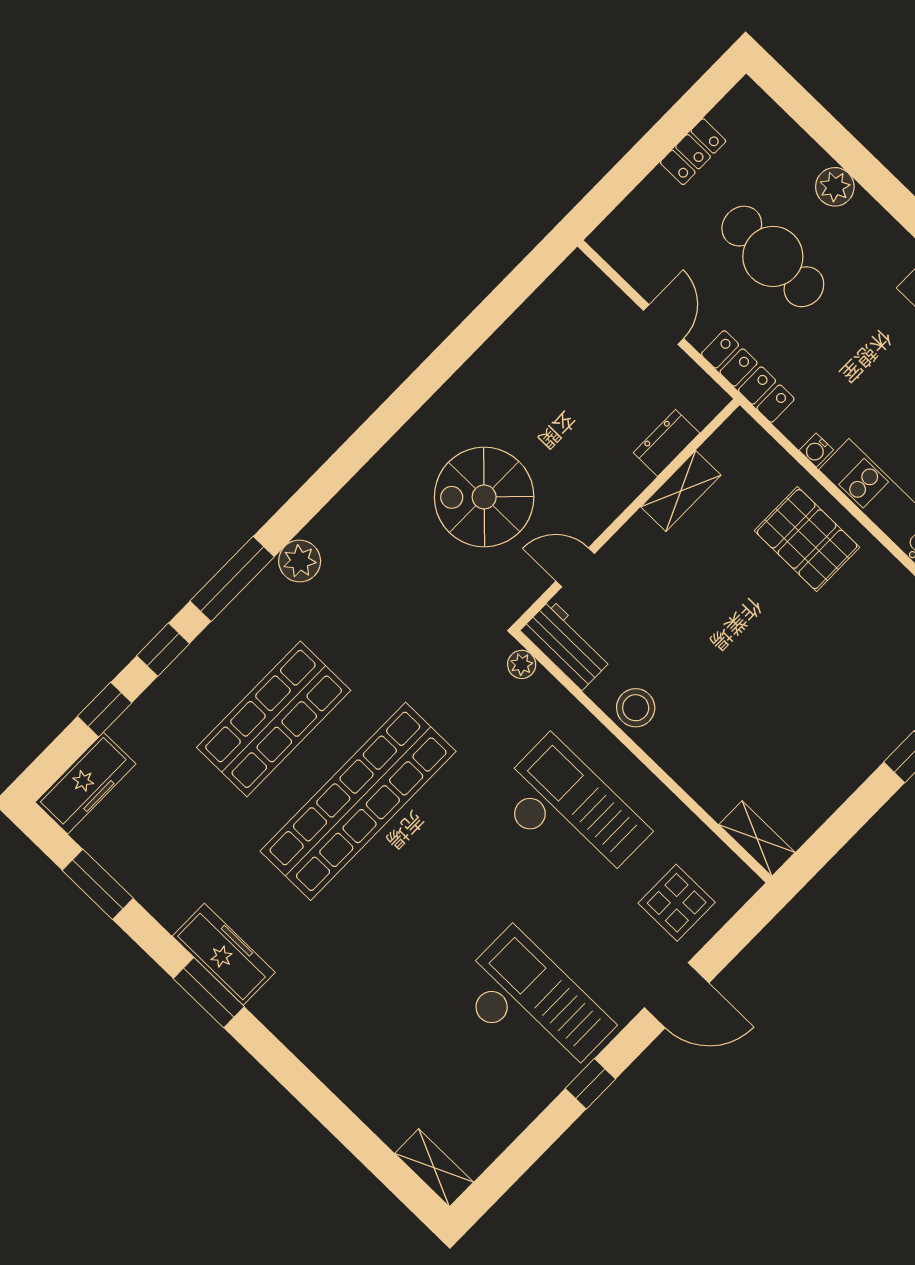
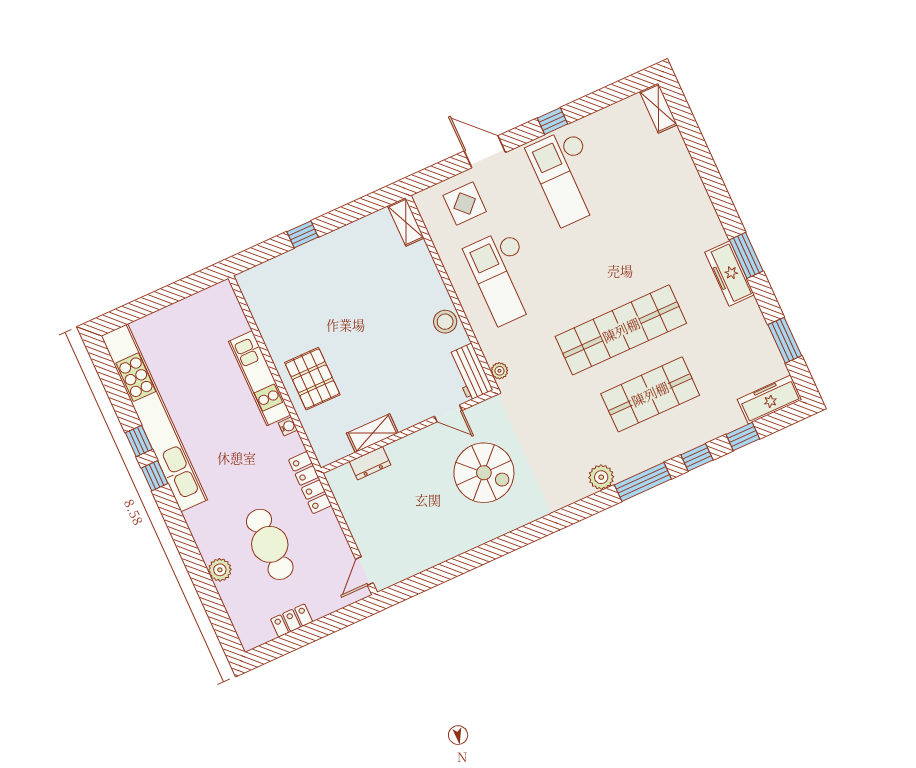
door: (663, 324) -> (364, 571), moved

